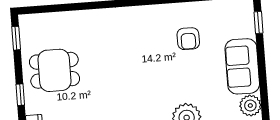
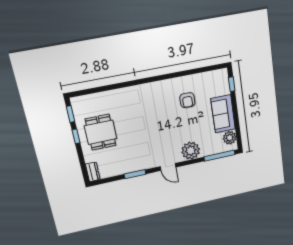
dining table: (54, 70) -> (101, 132), turned 90
window: (20, 95) -> (76, 136), moved

